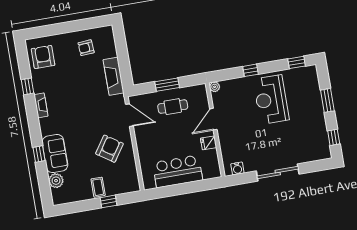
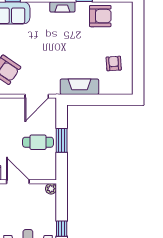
armchair: (43, 57) -> (100, 16), moved
cafe table: (173, 107) -> (38, 142), turned 90

